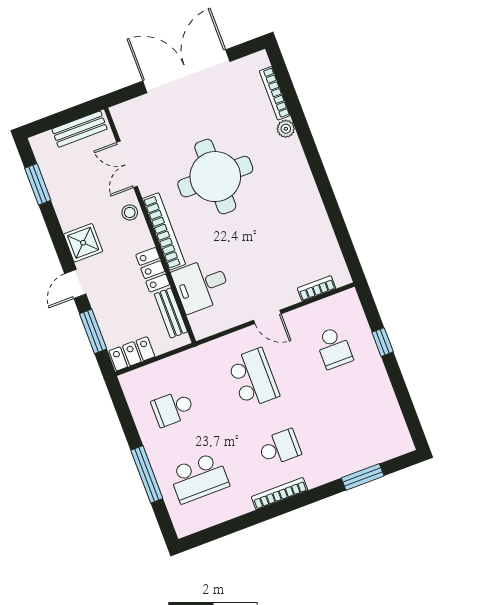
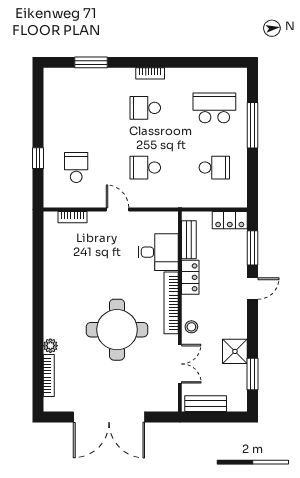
shower: (83, 243) -> (235, 351), moved
school desk: (253, 378) -> (145, 168), width x0.54
bookcase: (280, 494) -> (150, 73), width x0.64

